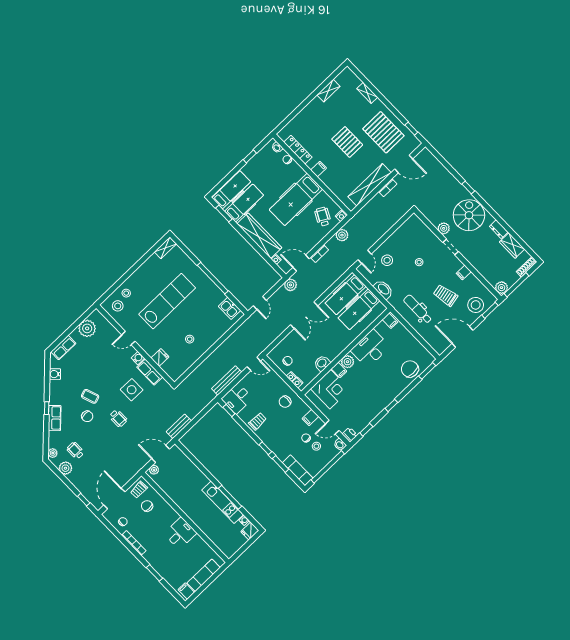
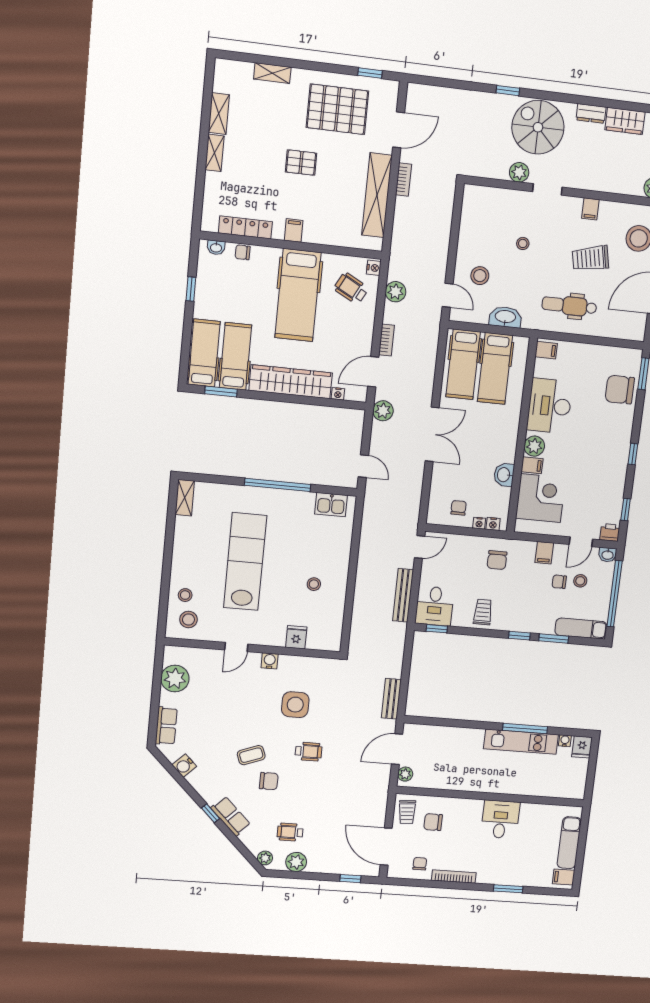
shelving: (312, 106) -> (214, 153), added
pallet: (347, 142) -> (301, 163), width x0.67, depth x0.71
row of seats: (150, 372) -> (299, 665), removed

